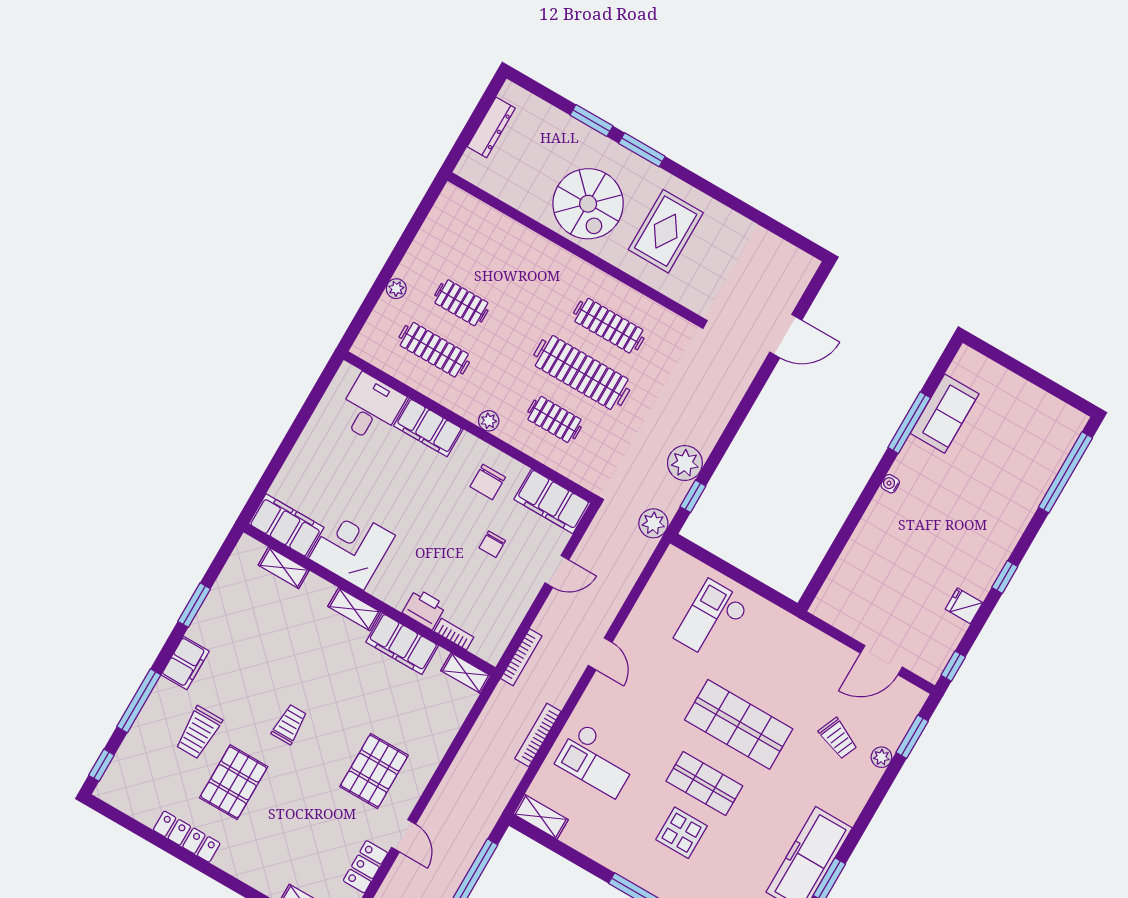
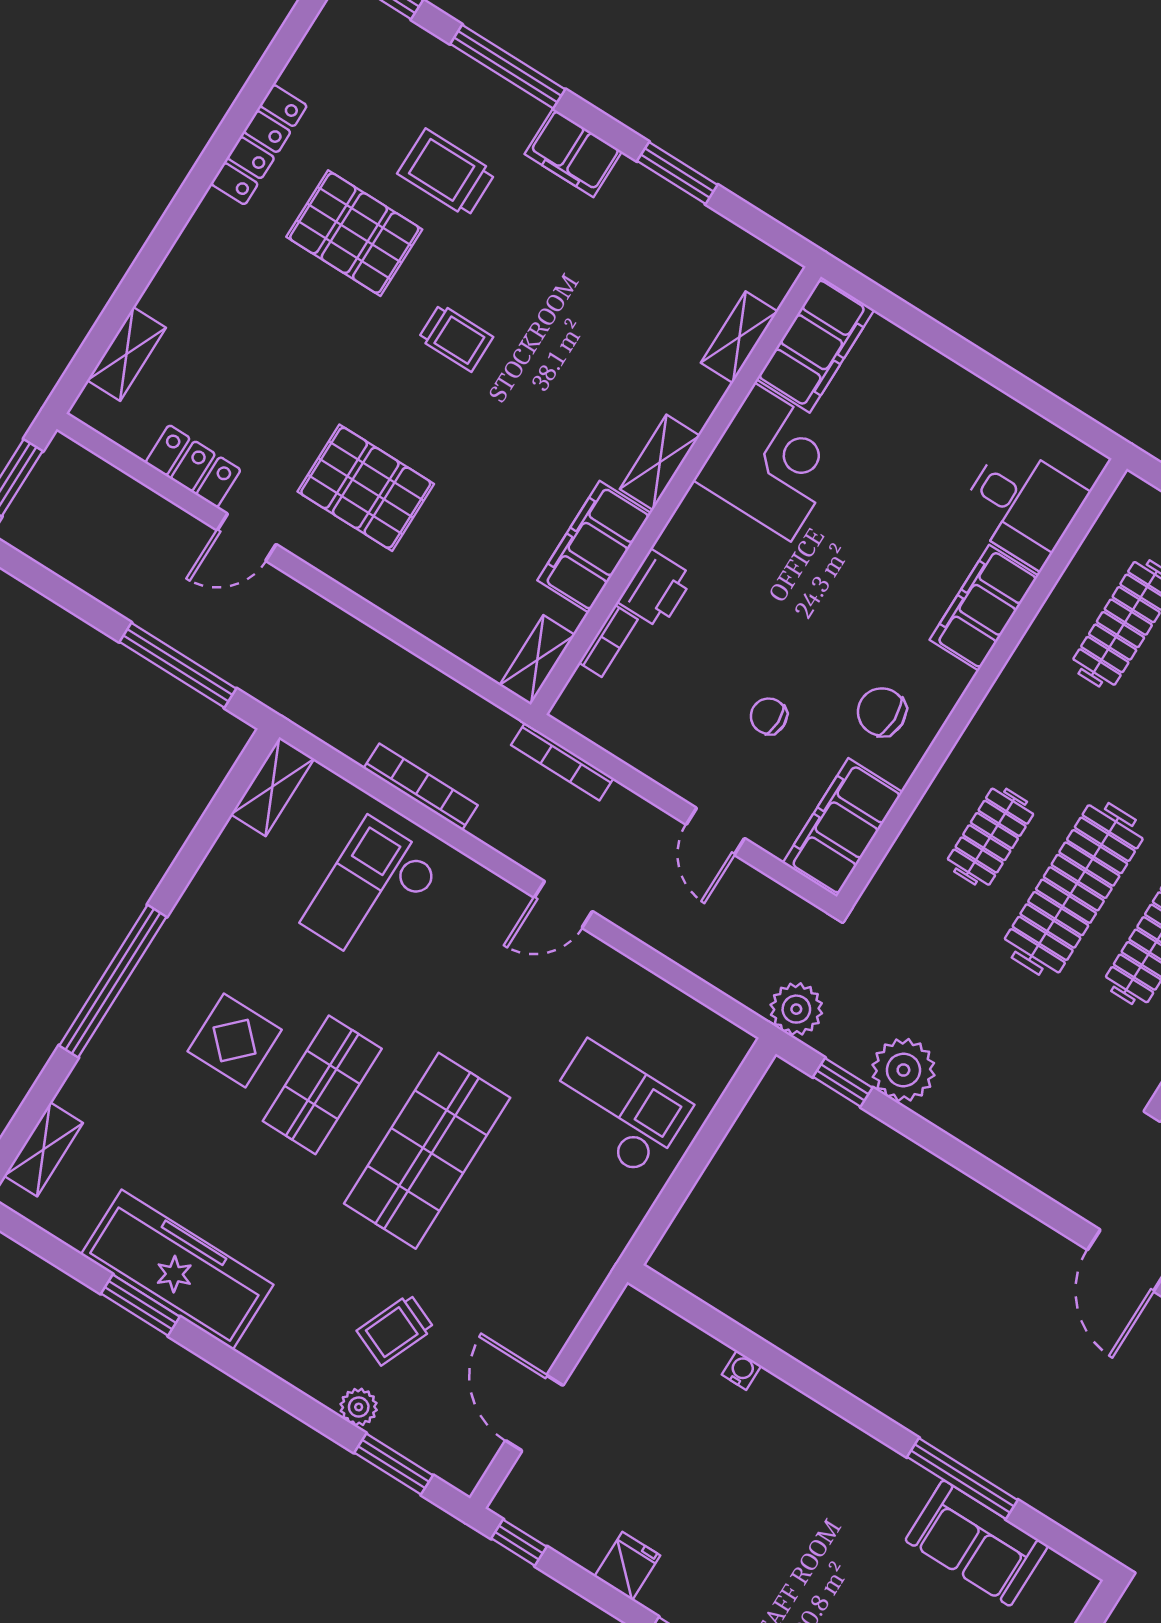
plant: (489, 421) -> (992, 718), removed
water cooler: (890, 484) -> (742, 1370), moved

